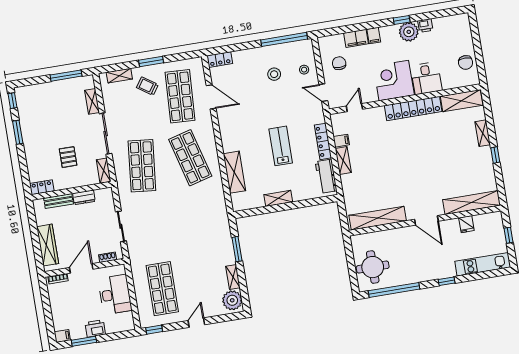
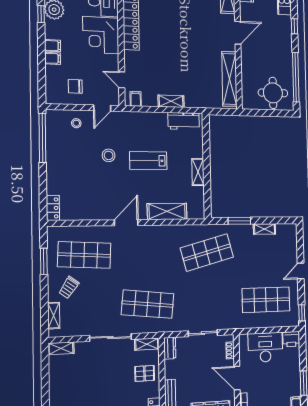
filing cabinet: (356, 38) -> (53, 58), width x0.50
window: (151, 61) -> (44, 261), moved
stool: (274, 74) -> (109, 155), moved
window: (66, 76) -> (45, 372), removed
door: (211, 97) -> (126, 223), moved
shelving: (92, 101) -> (61, 348), moved
locker: (323, 141) -> (150, 118), removed
filing cabinet: (341, 141) -> (136, 99), moved
pallet: (68, 157) -> (145, 373), moved
shop shelf: (190, 158) -> (207, 252), moved
dresser: (84, 197) -> (170, 348), moved
plant: (232, 300) -> (285, 233), removed
door: (196, 323) -> (301, 271), hinge flipped
printer: (95, 328) -> (291, 339), moved, turned -90

